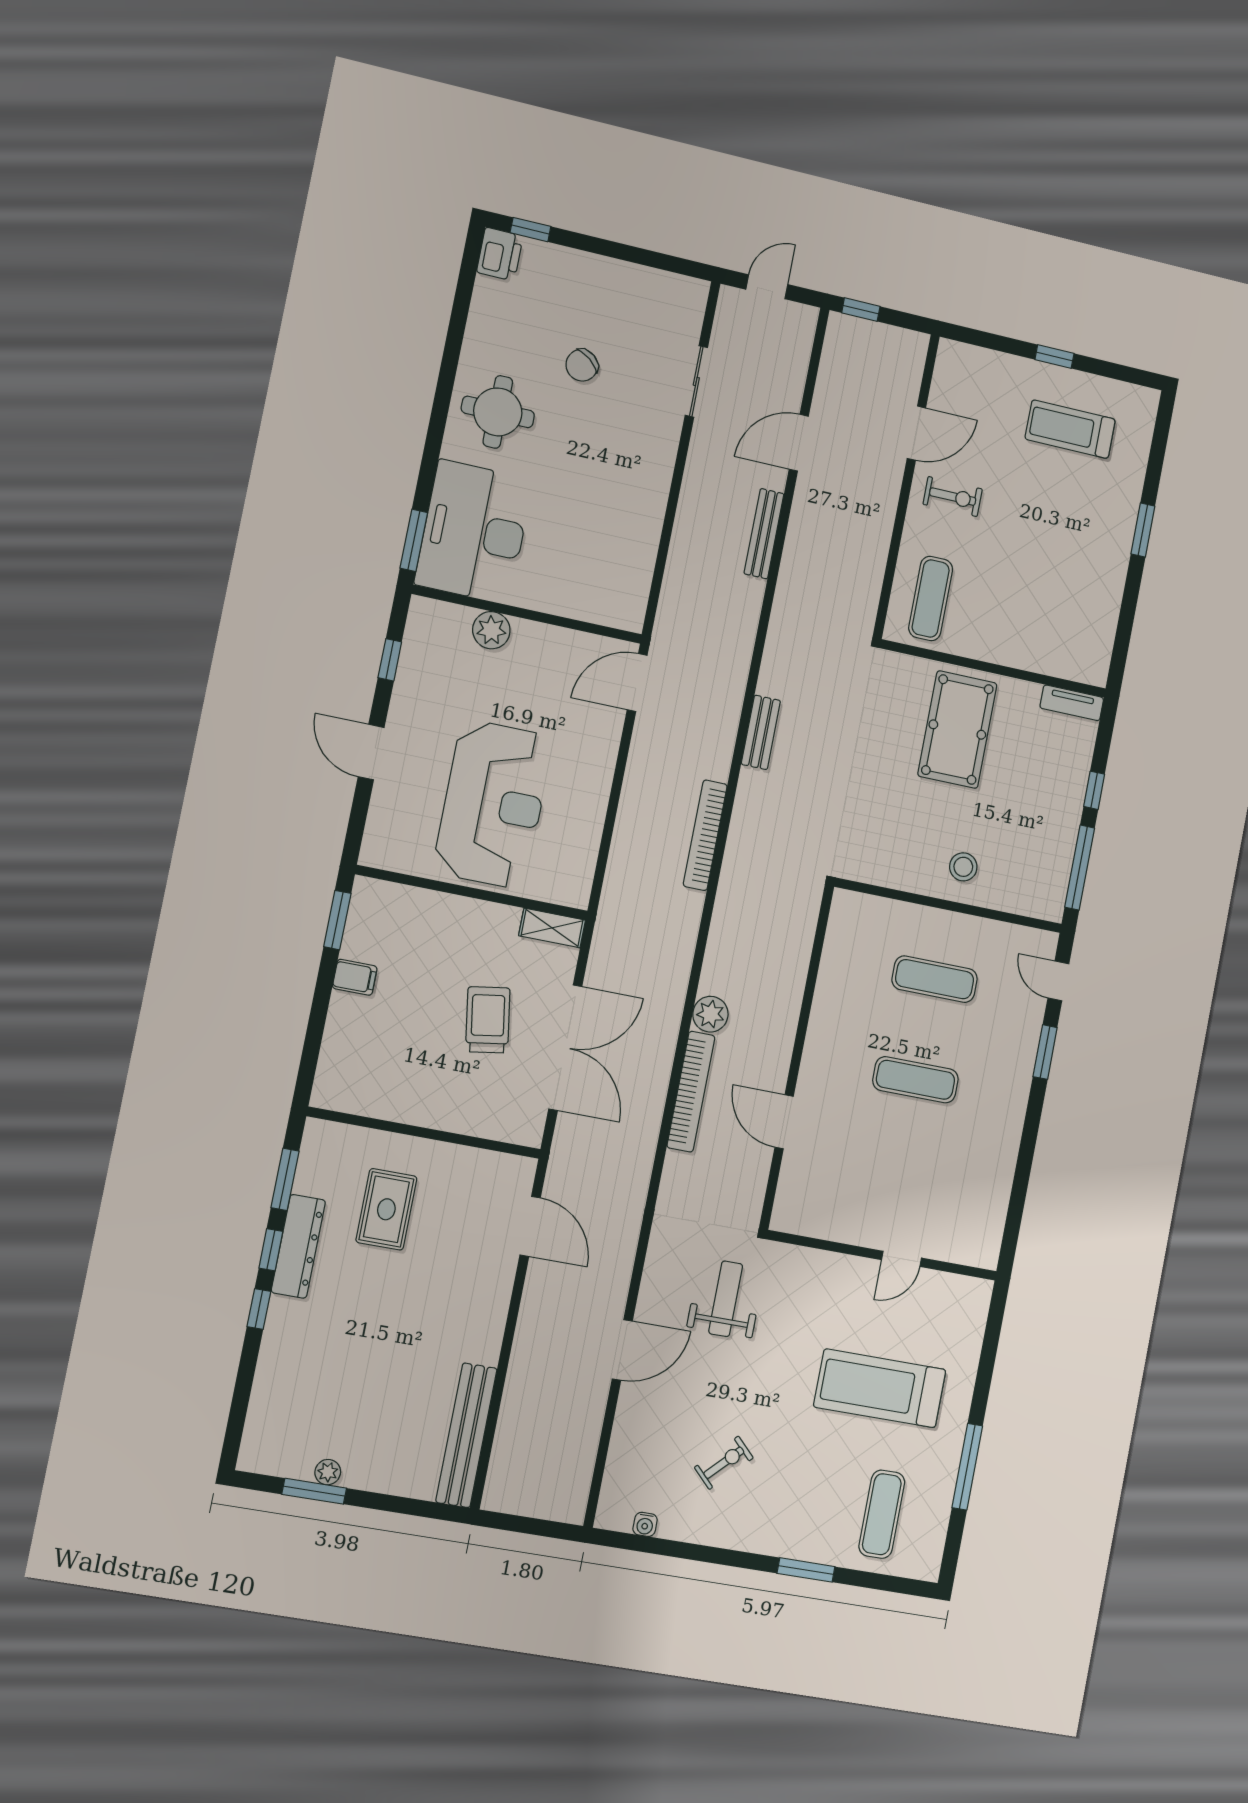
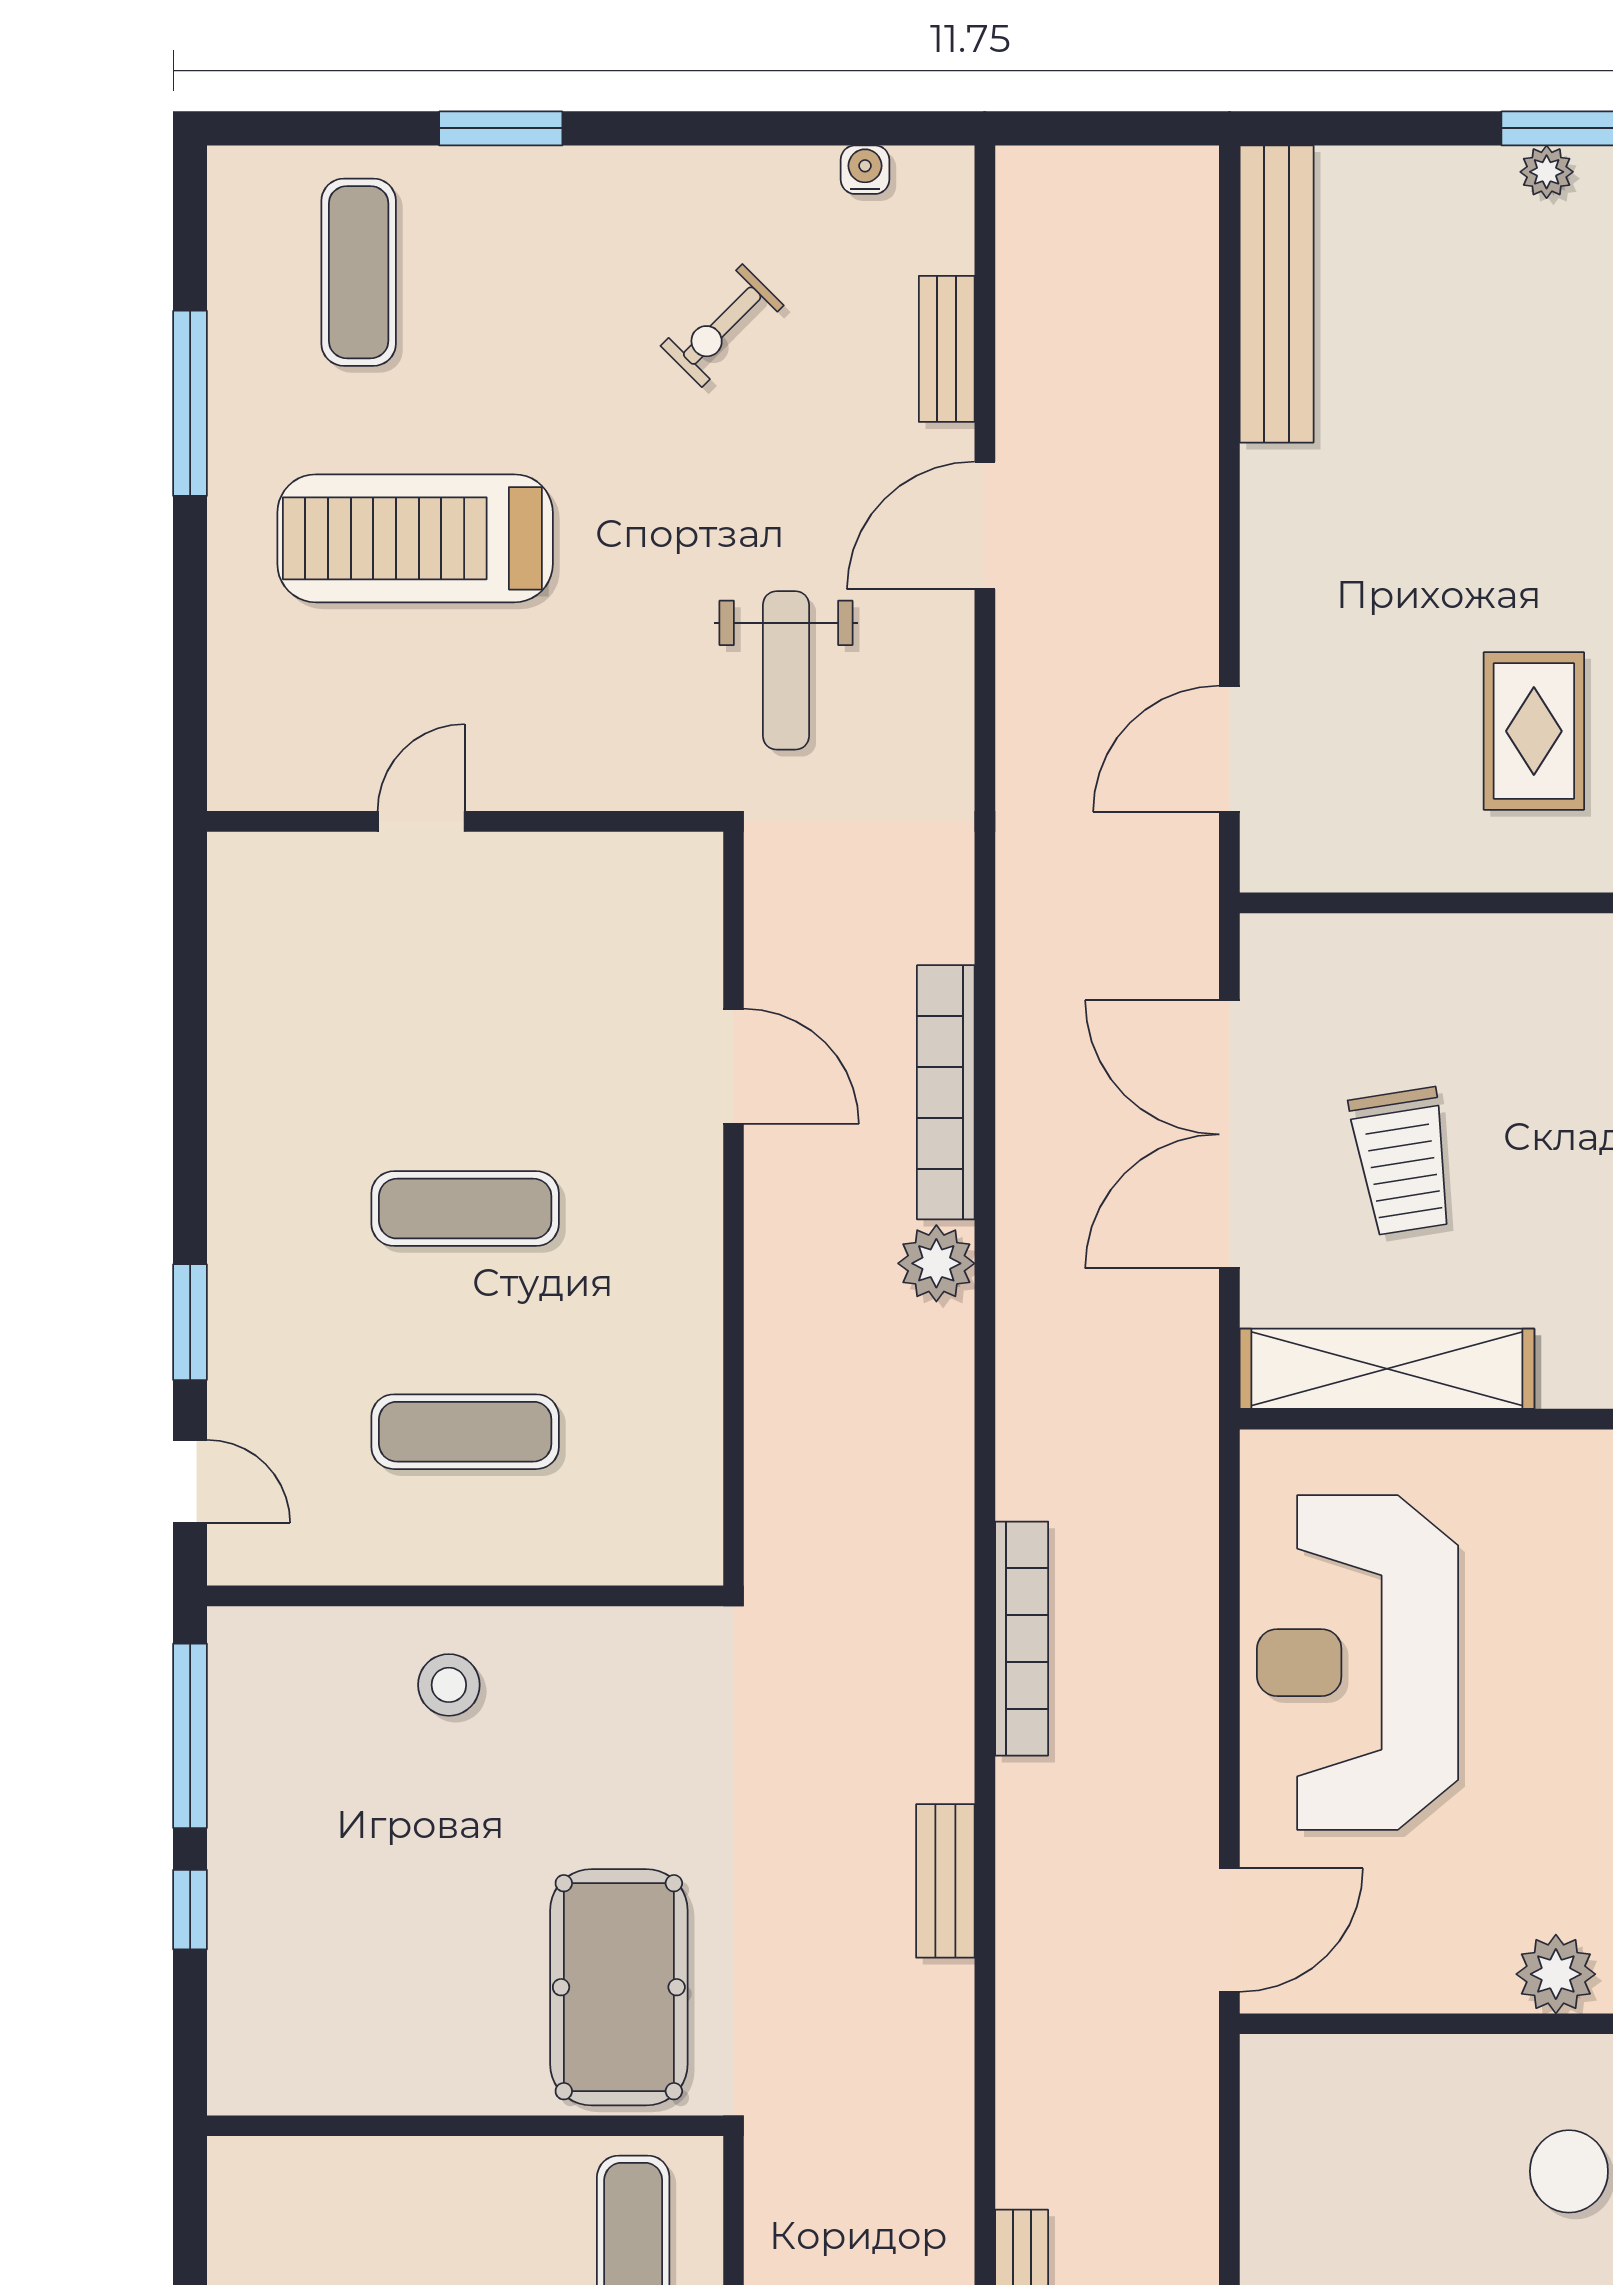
tv unit: (1072, 703) -> (277, 2089), removed
pool table: (957, 730) -> (619, 1987), moved
reception desk: (493, 804) -> (1358, 1663), moved
shelving: (552, 928) -> (1387, 1369), width x2.20, depth x1.33
door: (530, 1226) -> (1229, 749), hinge flipped
treadmill: (880, 1388) -> (415, 538), turned 180
bench: (624, 1435) -> (947, 349), added

